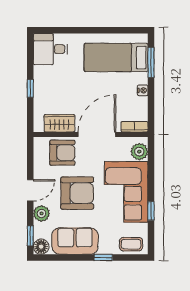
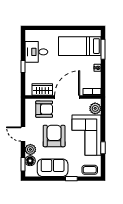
desk: (50, 49) -> (36, 52), moved
door: (30, 190) -> (23, 134), swing flipped
armchair: (77, 193) -> (54, 136), turned -90
floor lamp: (41, 247) -> (30, 161), moved

